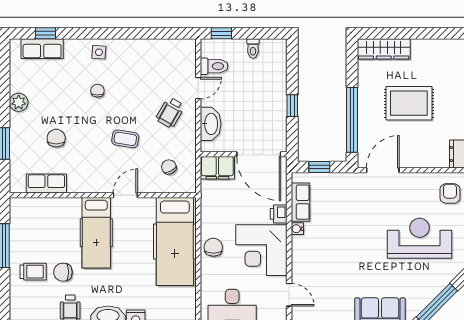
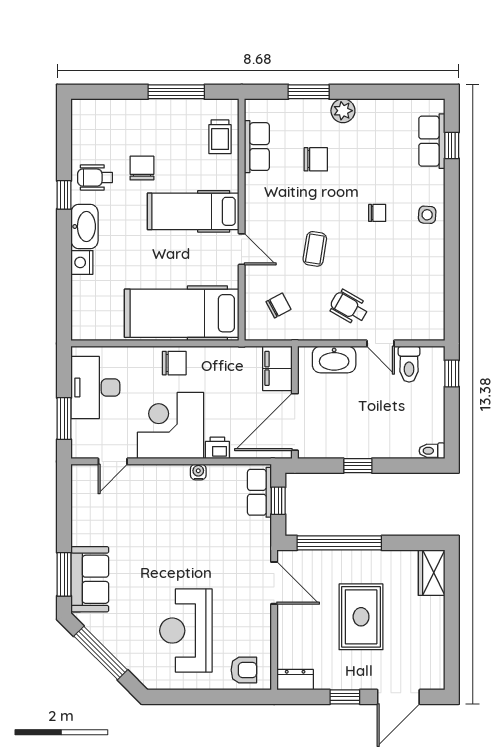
toilet: (253, 49) -> (432, 451), moved
wardrobe: (384, 49) -> (432, 573), width x0.67
plant: (19, 102) -> (343, 111), moved
row of seats: (300, 202) -> (259, 492), moved, turned 90
reception desk: (420, 238) -> (186, 631), turned 180
trolley: (33, 272) -> (220, 137), moved

